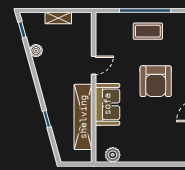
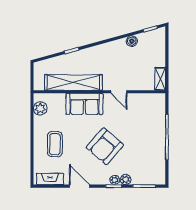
shelving: (58, 18) -> (160, 79), moved
coffee table: (148, 31) -> (55, 144), moved
armchair: (156, 81) -> (105, 146), turned -49

